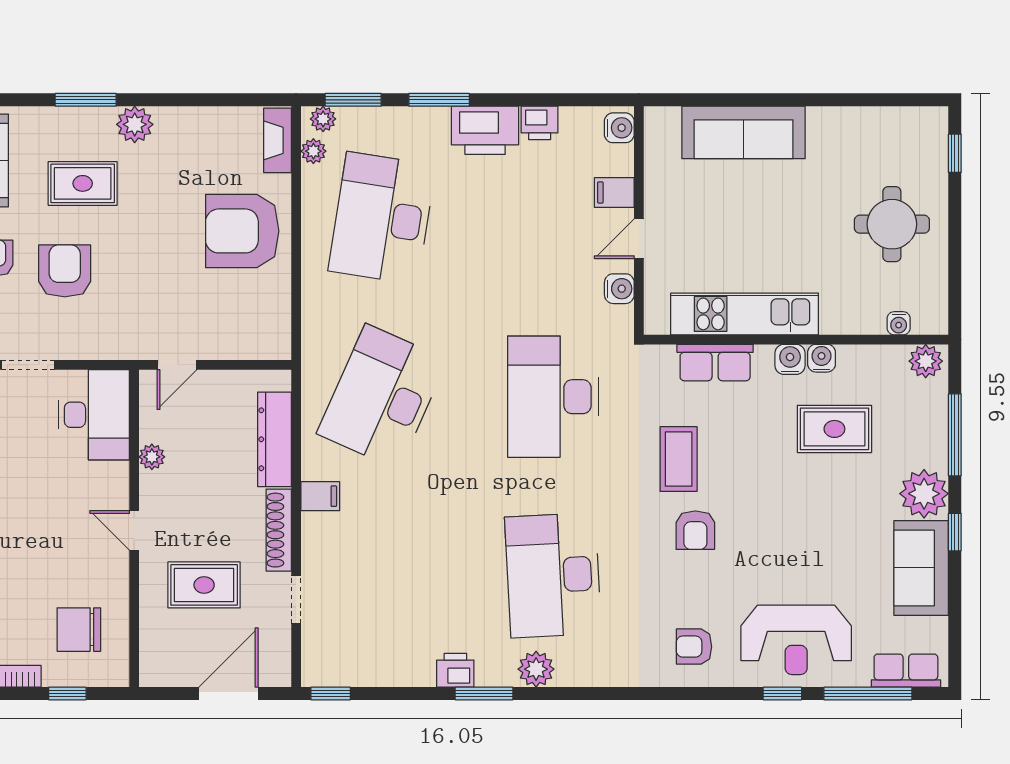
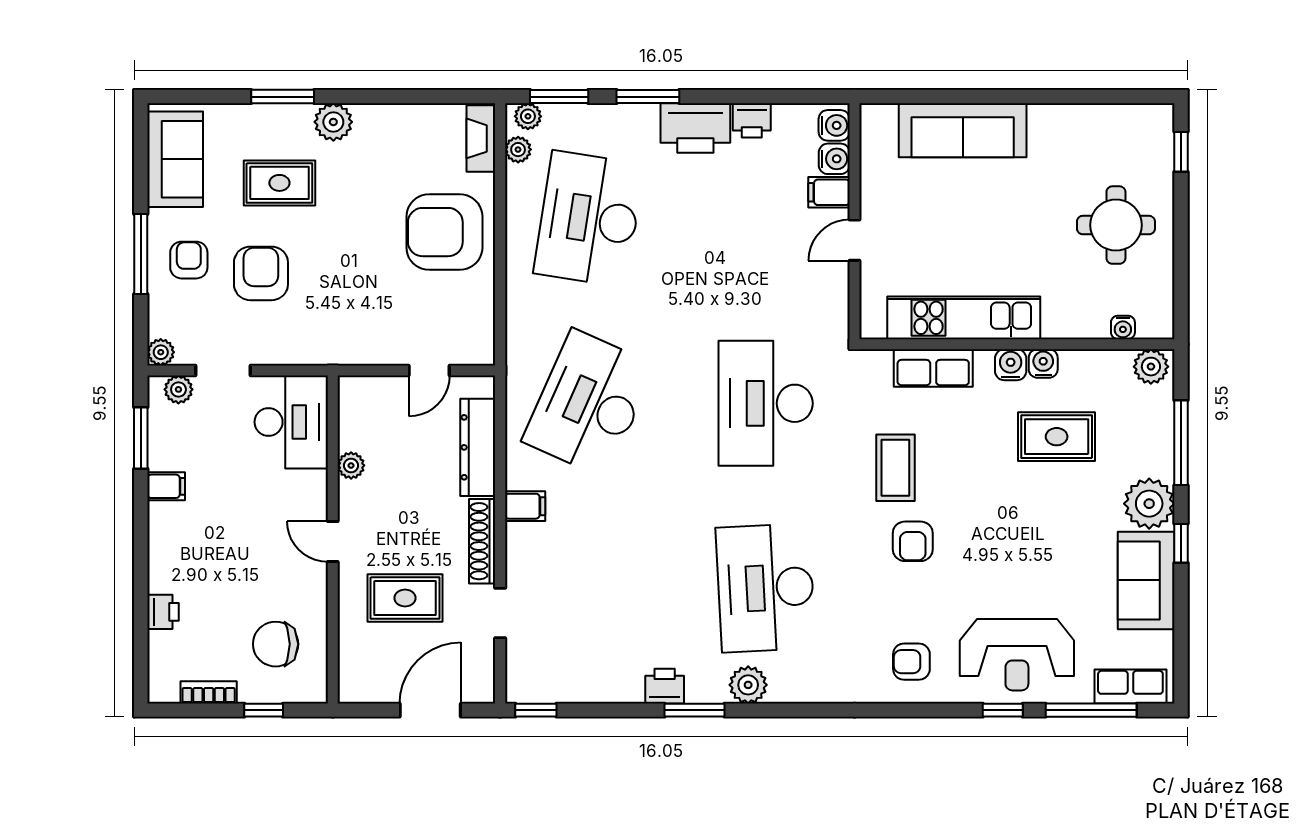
water cooler: (619, 289) -> (834, 159), moved
door: (177, 365) -> (429, 371), moved

